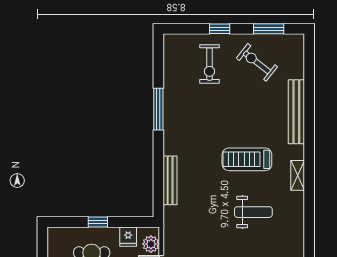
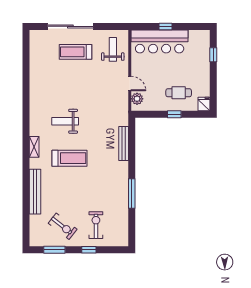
fridge: (128, 237) -> (204, 104), moved

